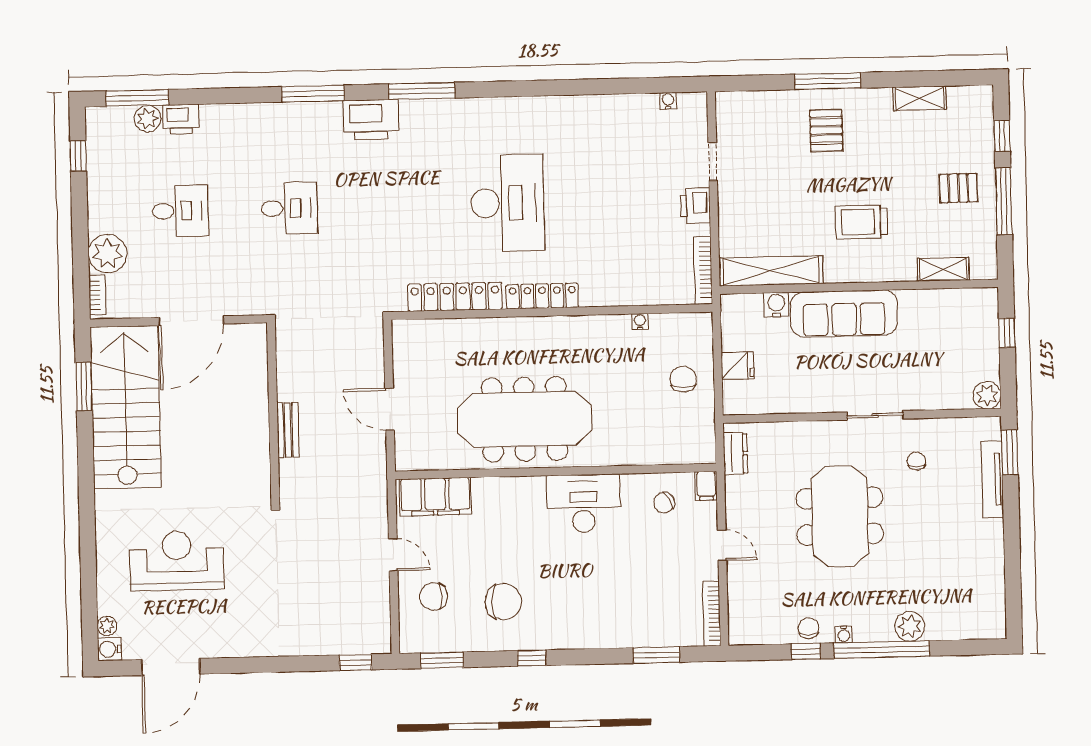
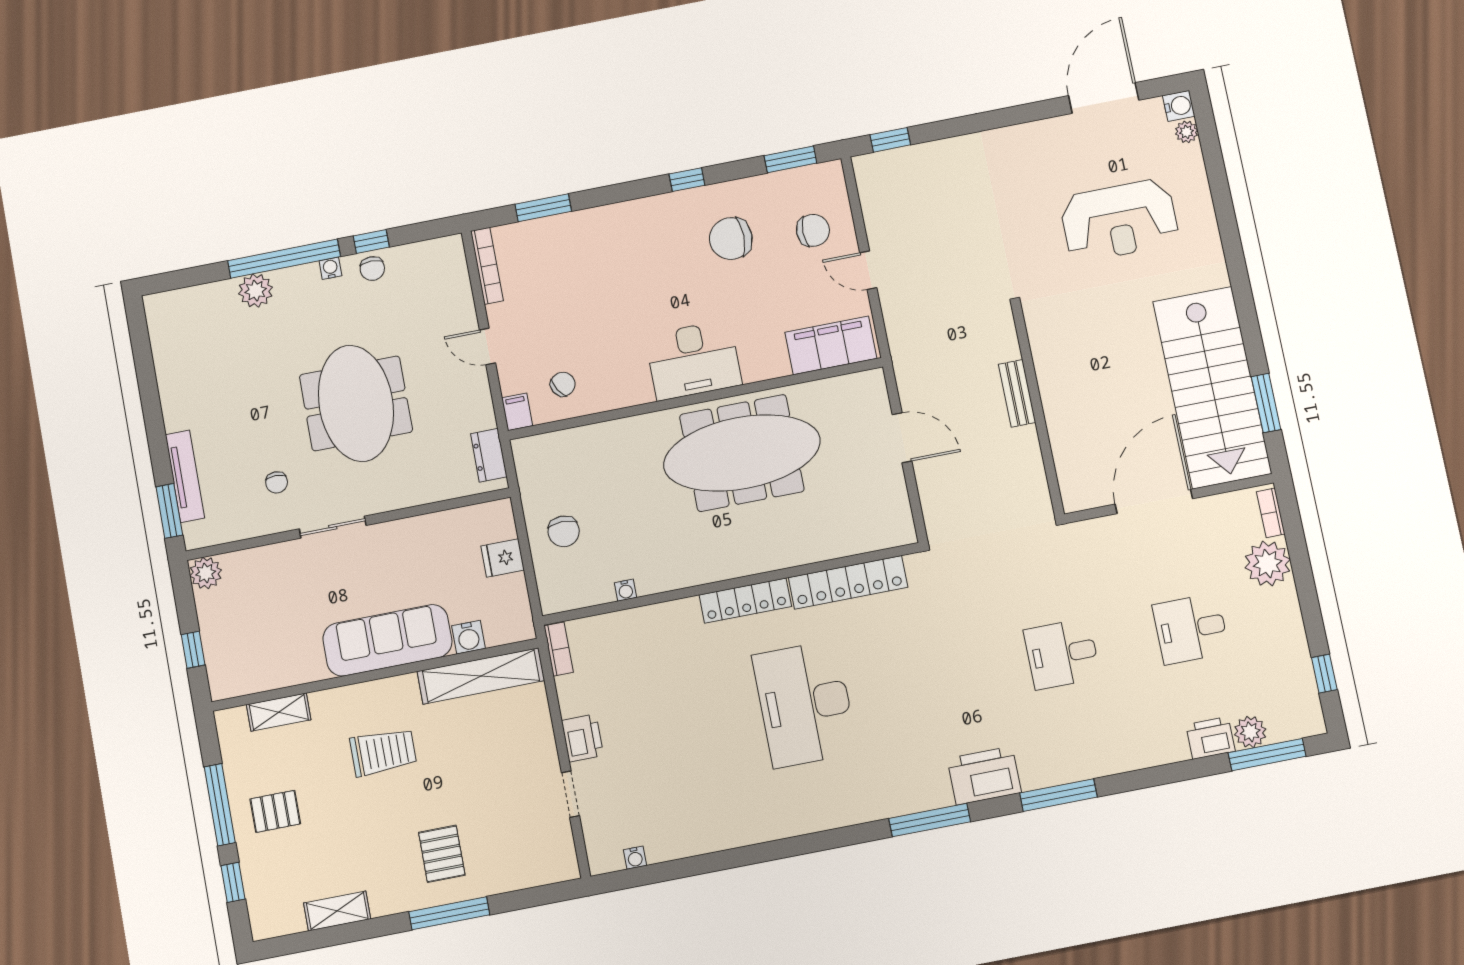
bookcase: (703, 270) -> (559, 649), width x0.64
desk: (583, 503) -> (693, 360), moved

